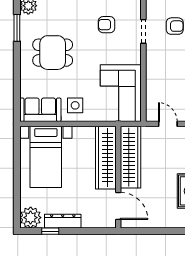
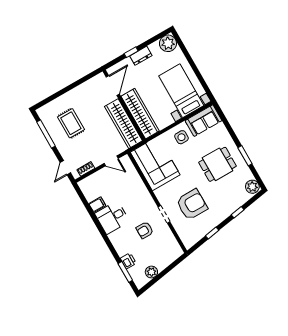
armchair: (107, 25) -> (192, 204), width x1.88, depth x1.88
window: (17, 28) -> (245, 156), moved
door: (118, 206) -> (113, 86), swing flipped
dresser: (63, 221) -> (141, 56), width x0.70
window: (50, 231) -> (131, 52), moved

